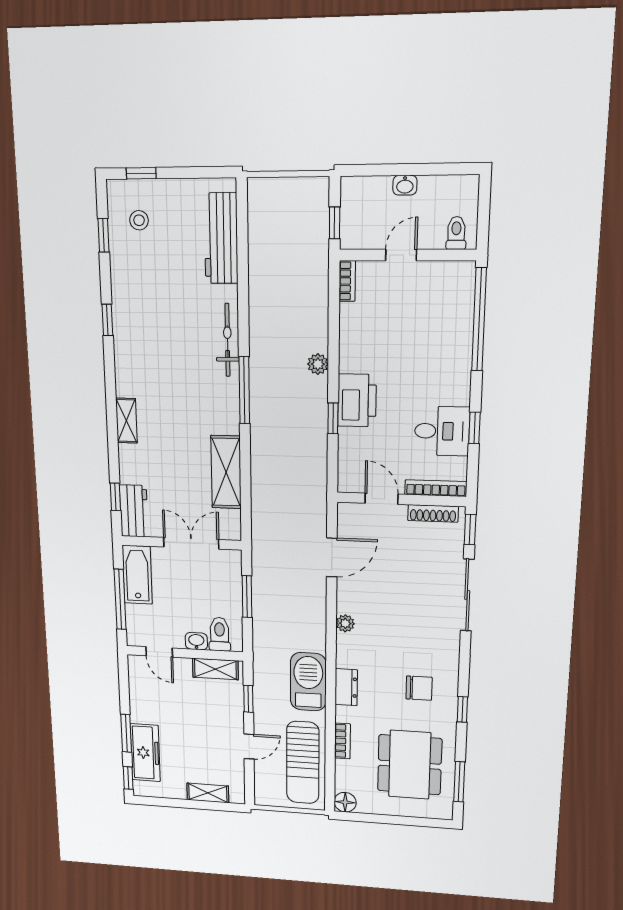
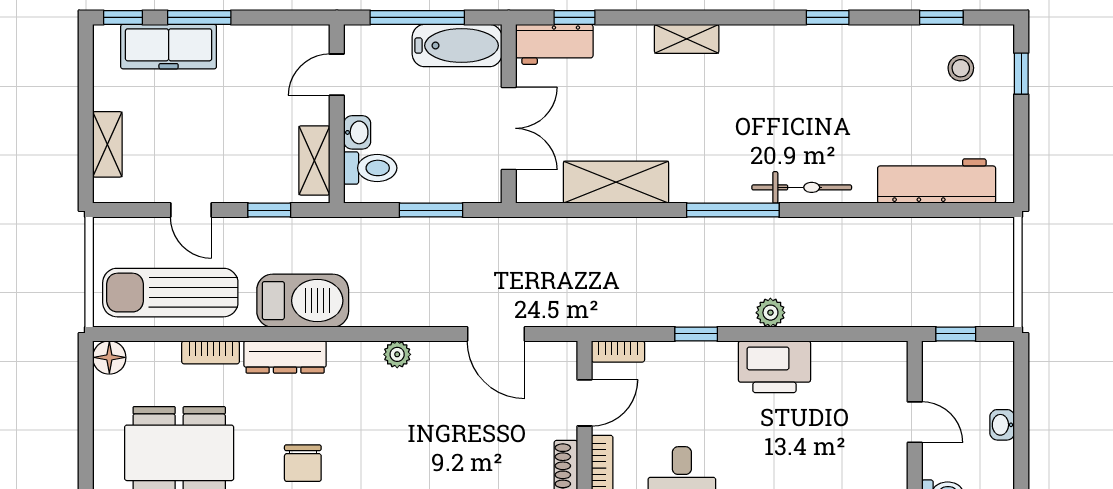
bookcase: (347, 281) -> (618, 351), moved
printer: (357, 400) -> (774, 367), moved
dresser: (346, 687) -> (285, 357), width x1.44

